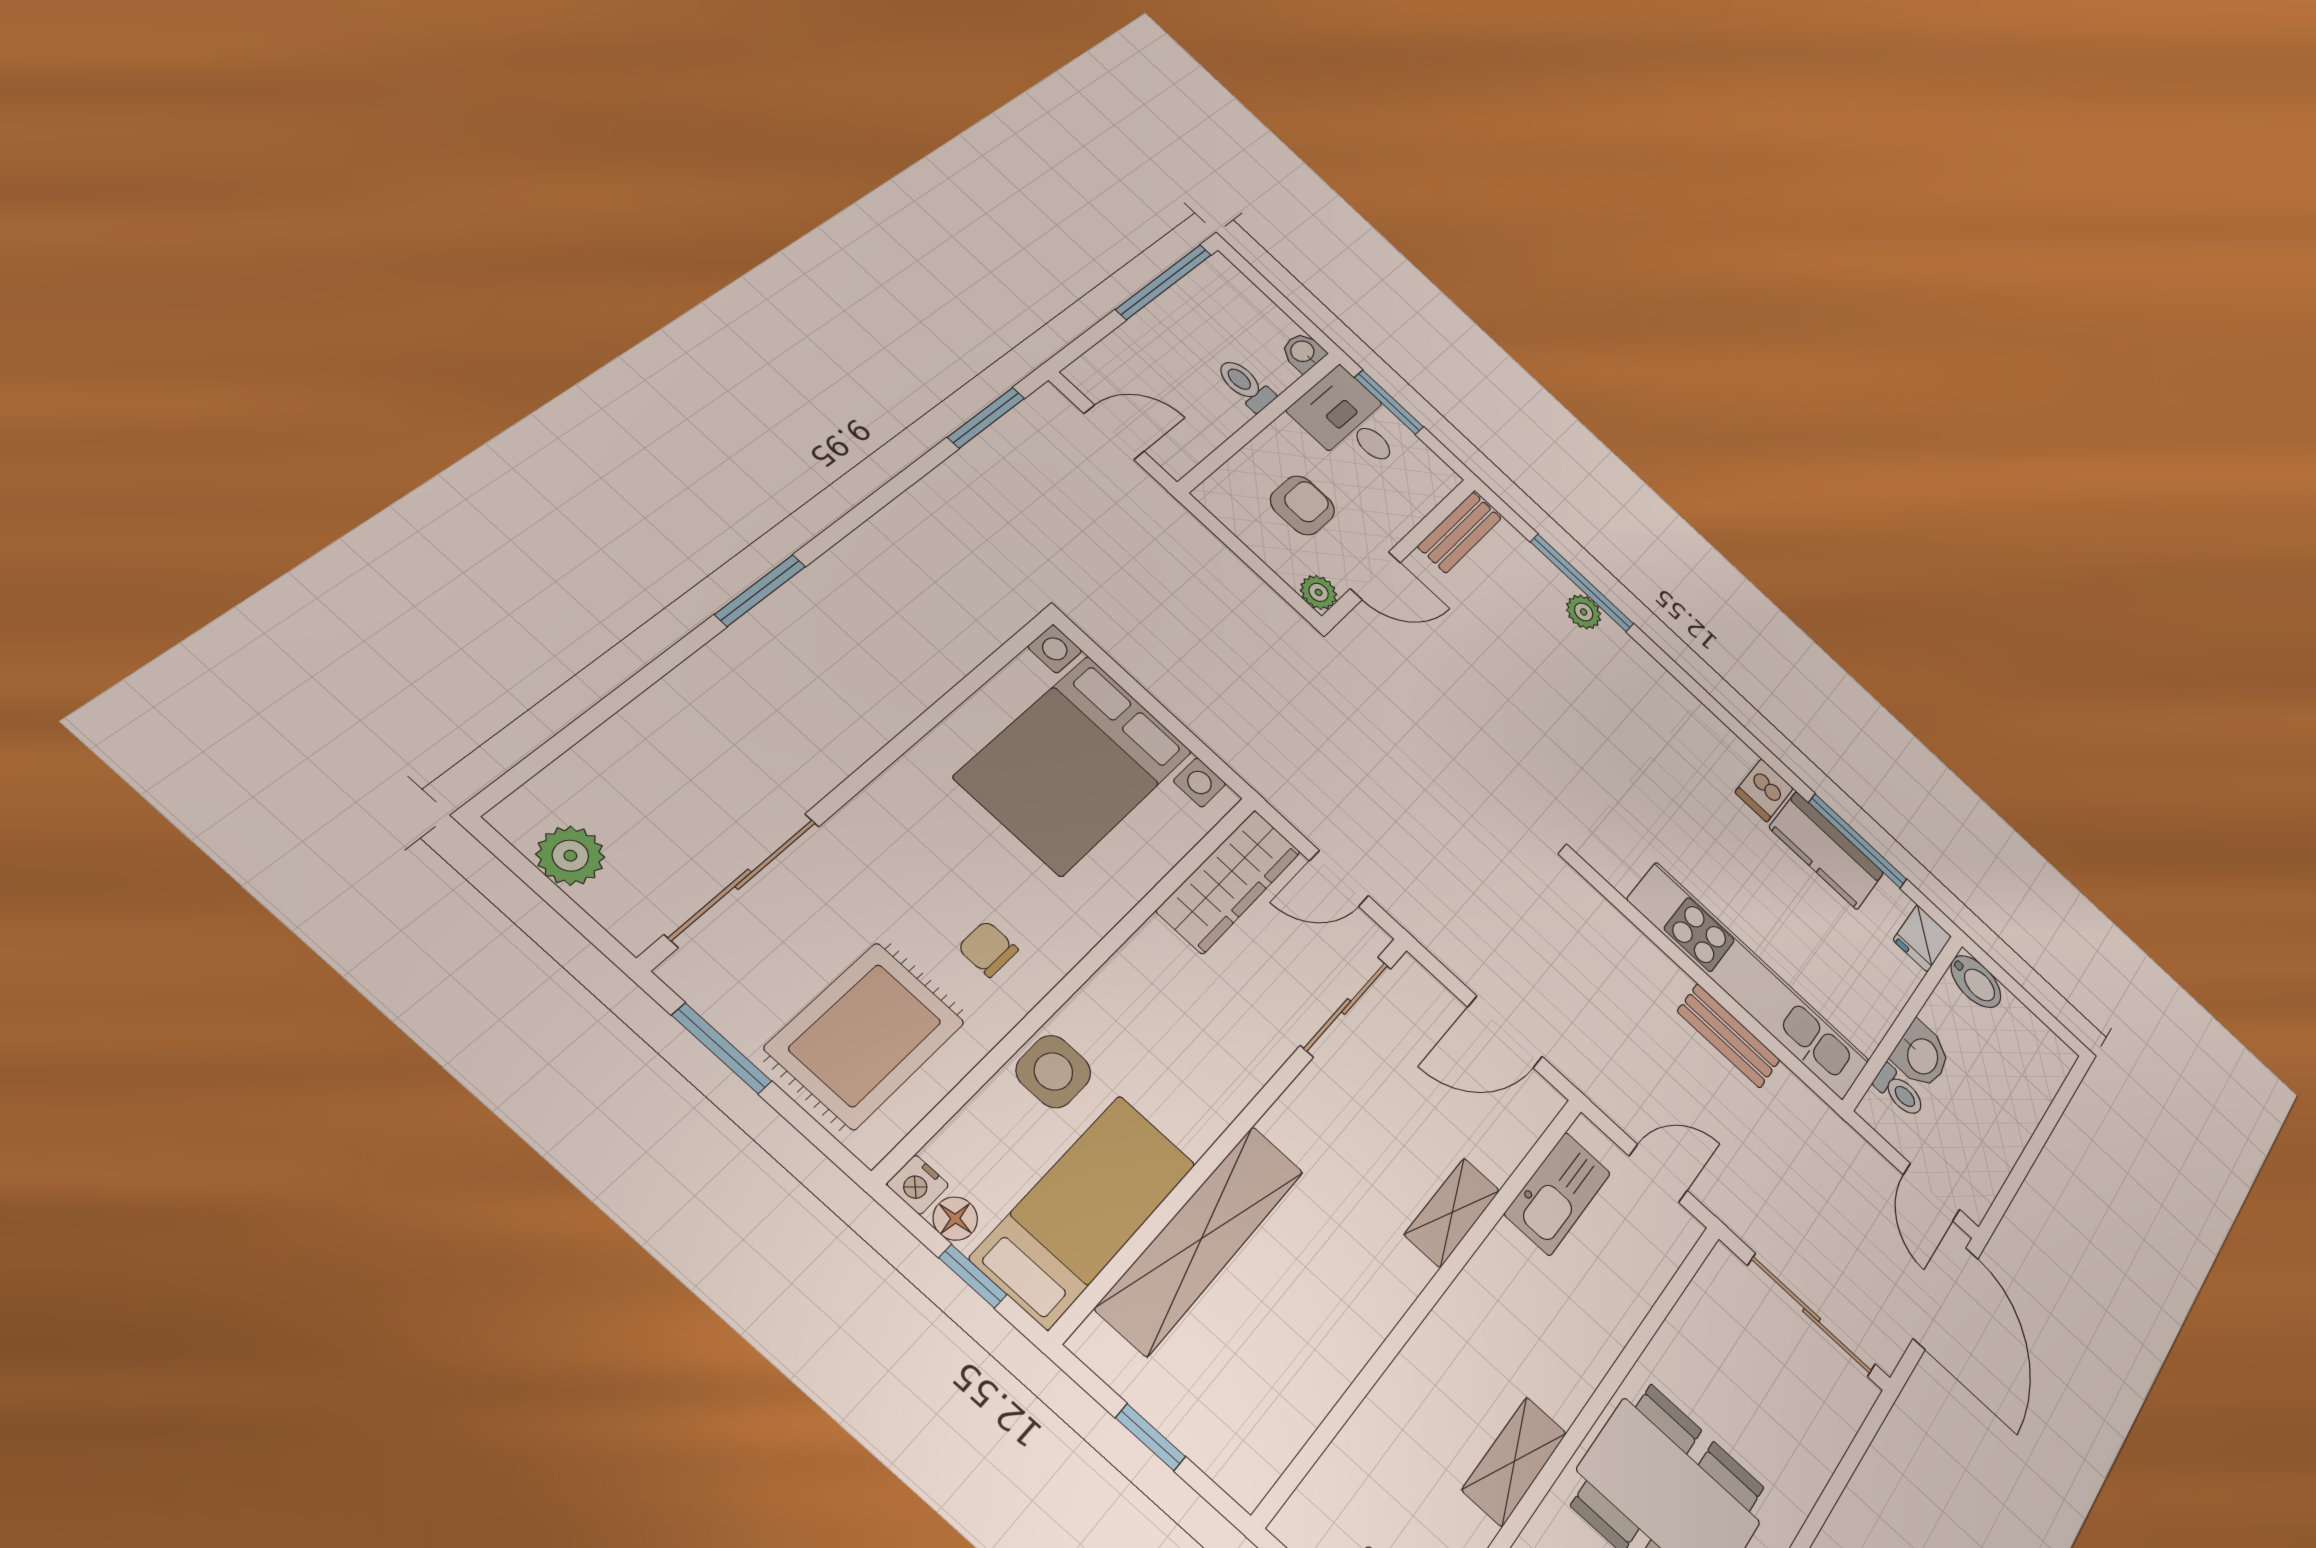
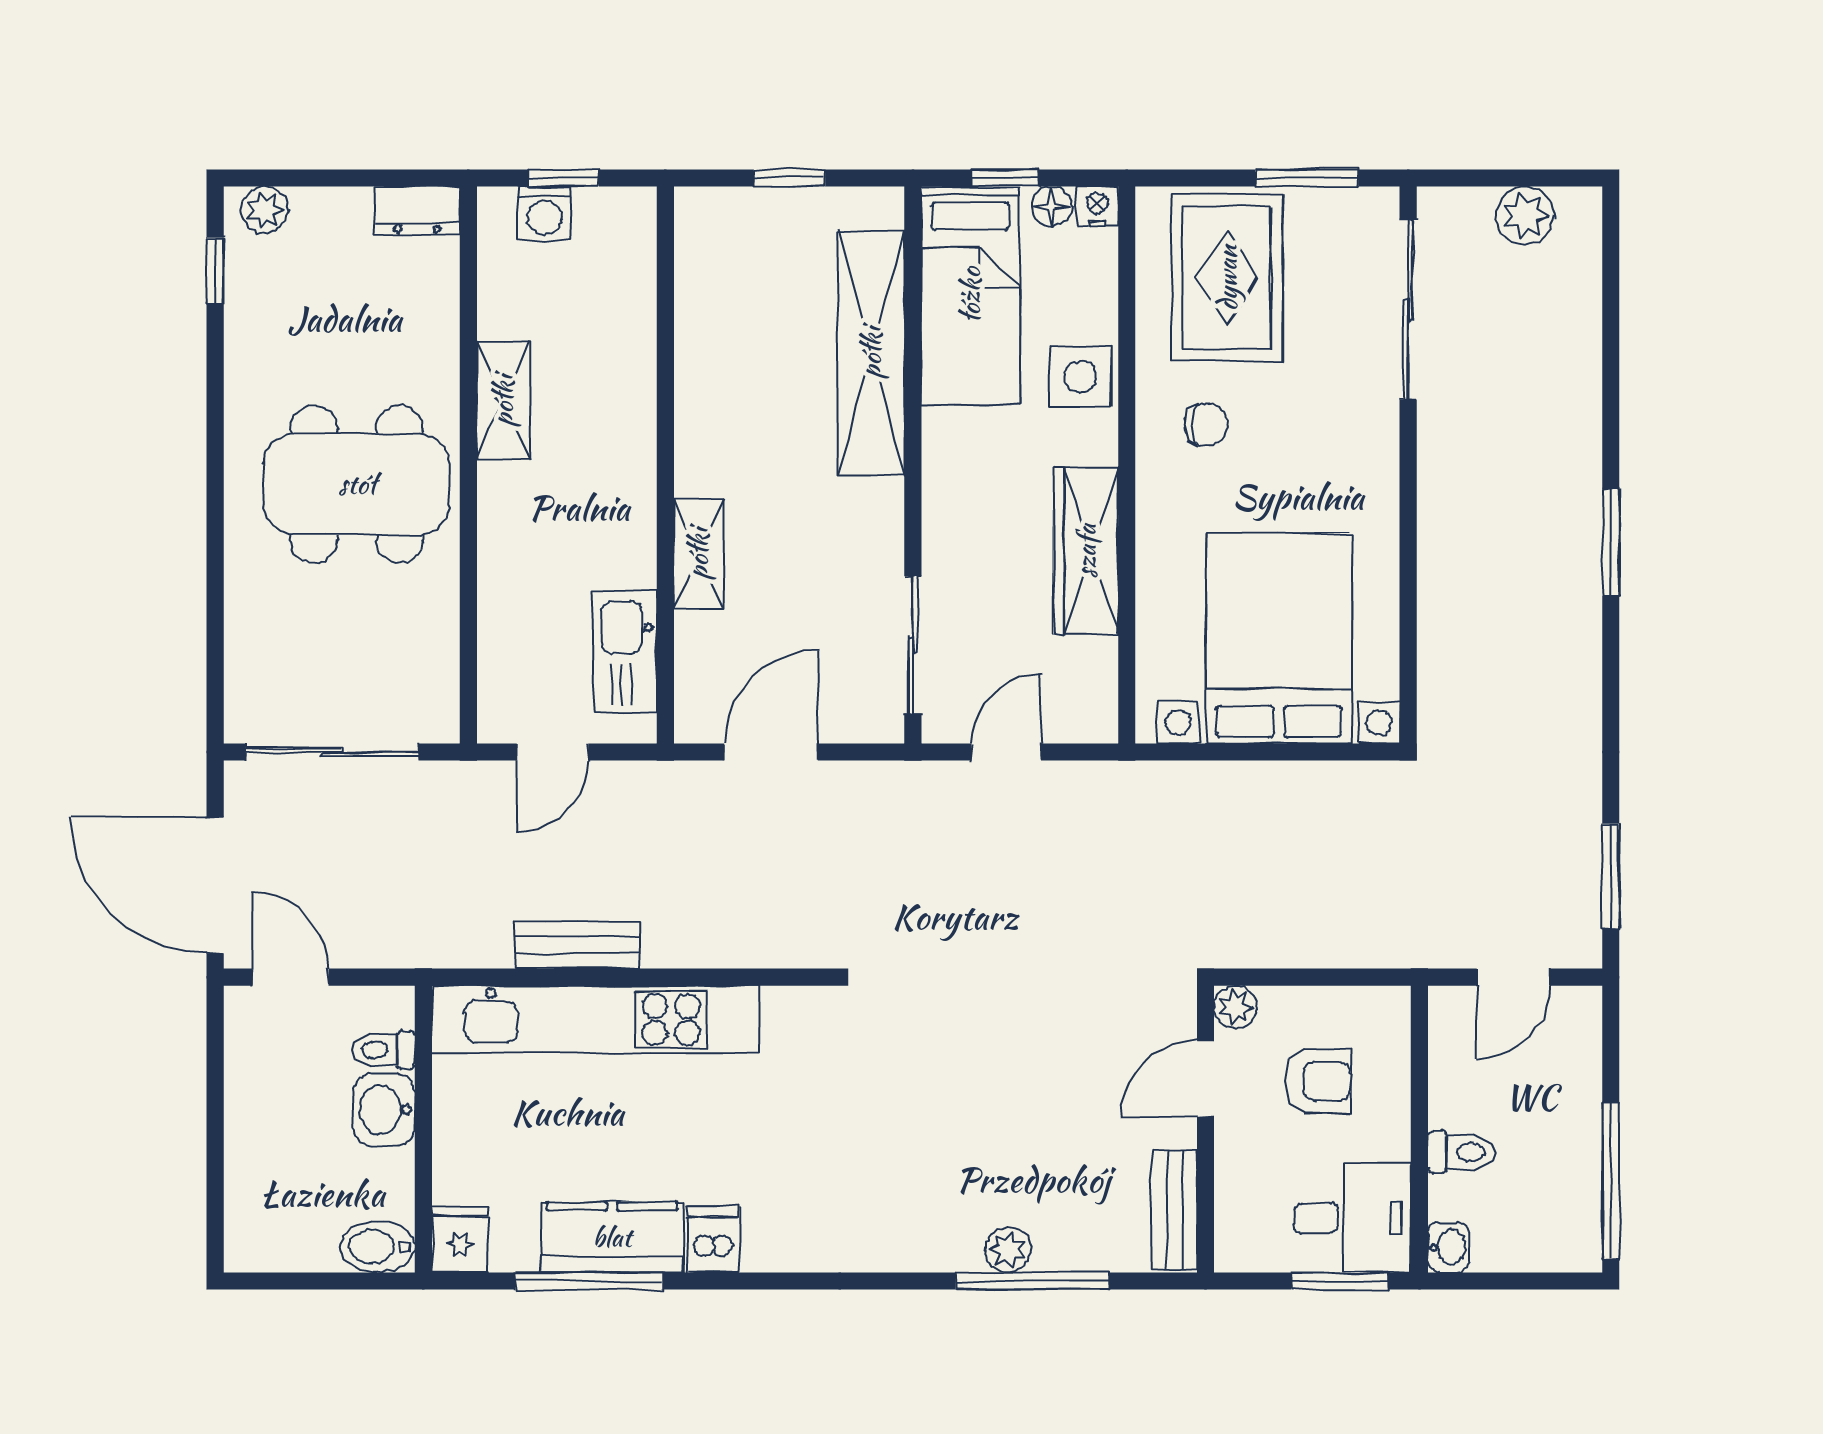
armchair: (1302, 505) -> (1318, 1081), turned -90
wardrobe: (1229, 881) -> (1086, 551), moved

